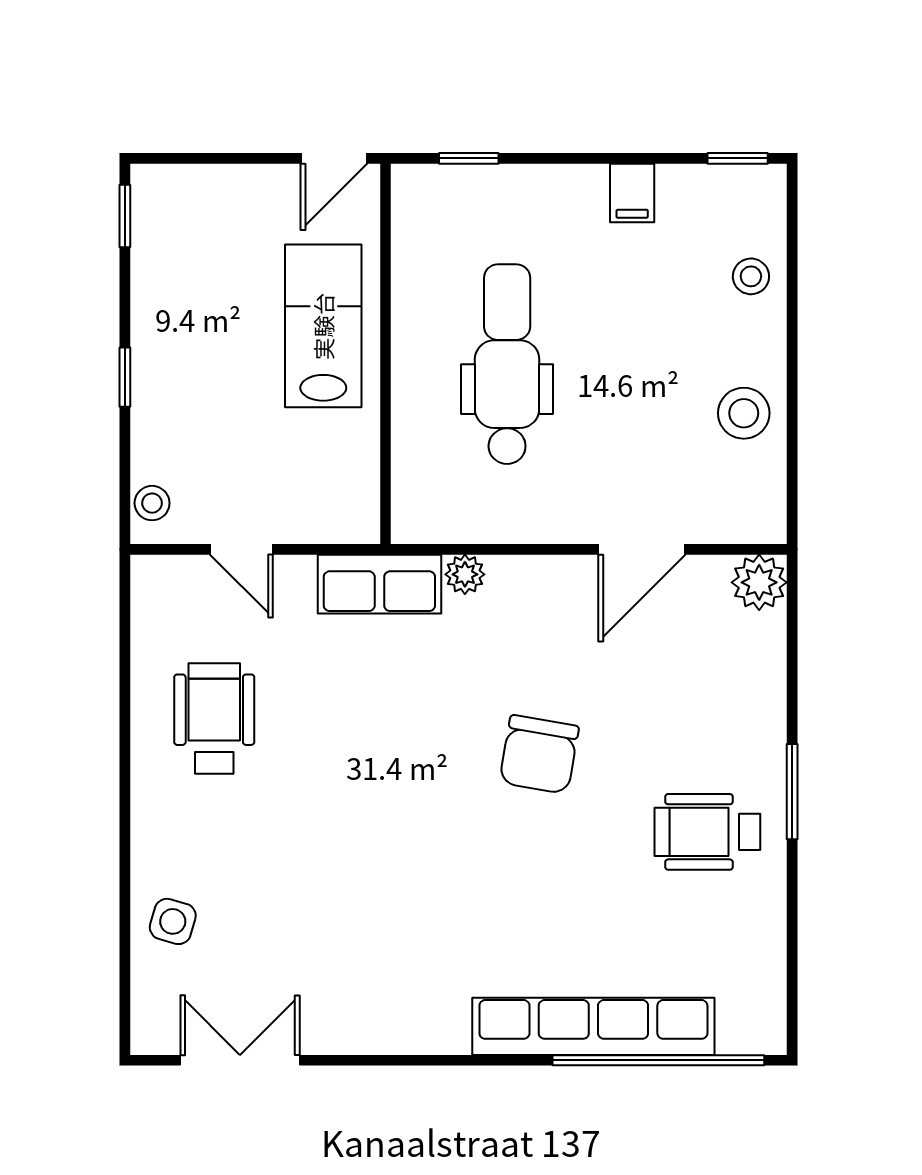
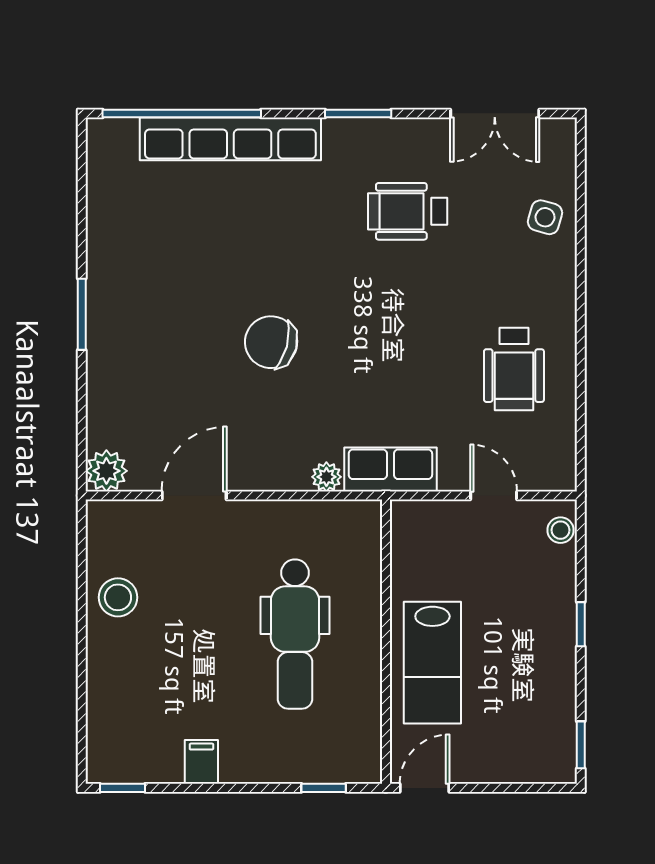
stool: (751, 276) -> (113, 700), removed
chair: (539, 754) -> (271, 342), turned -85
wheelchair: (707, 832) -> (408, 211), moved, turned 180
window: (423, 1060) -> (358, 113), added

